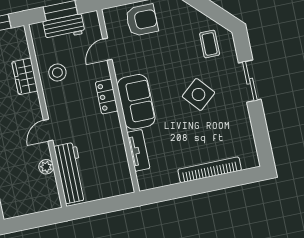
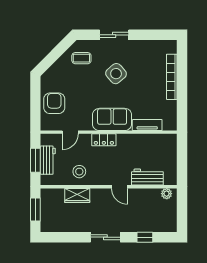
door: (107, 49) -> (70, 132), hinge flipped
plant: (46, 167) -> (167, 194), moved
workbench: (70, 173) -> (147, 177), width x0.73

